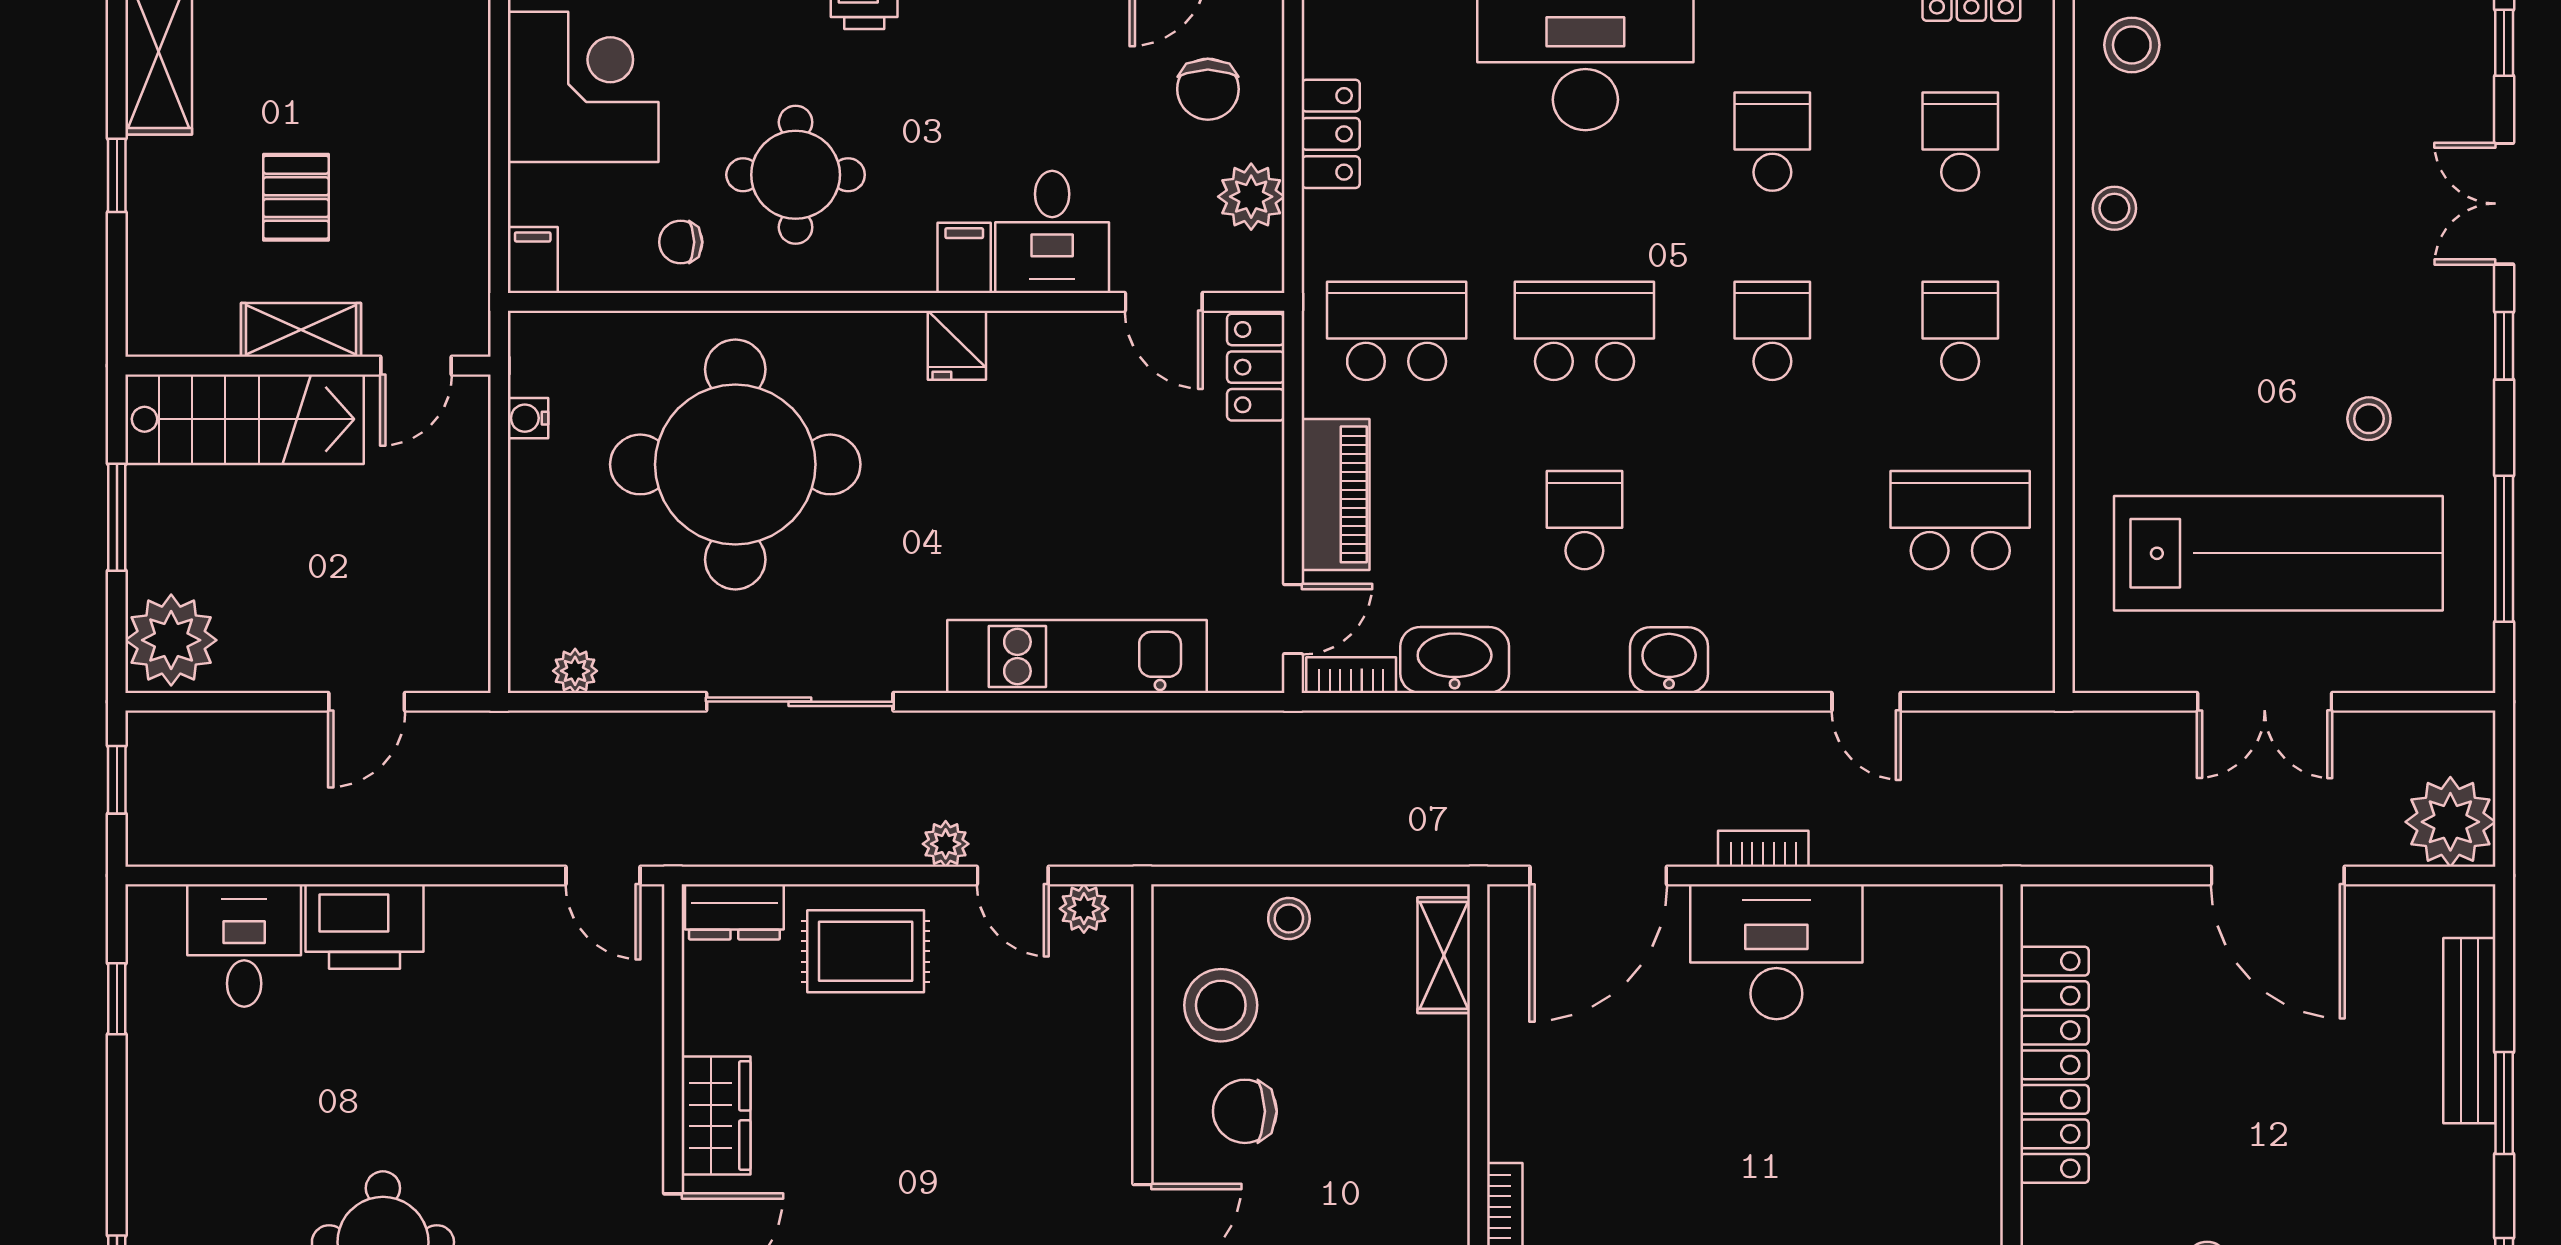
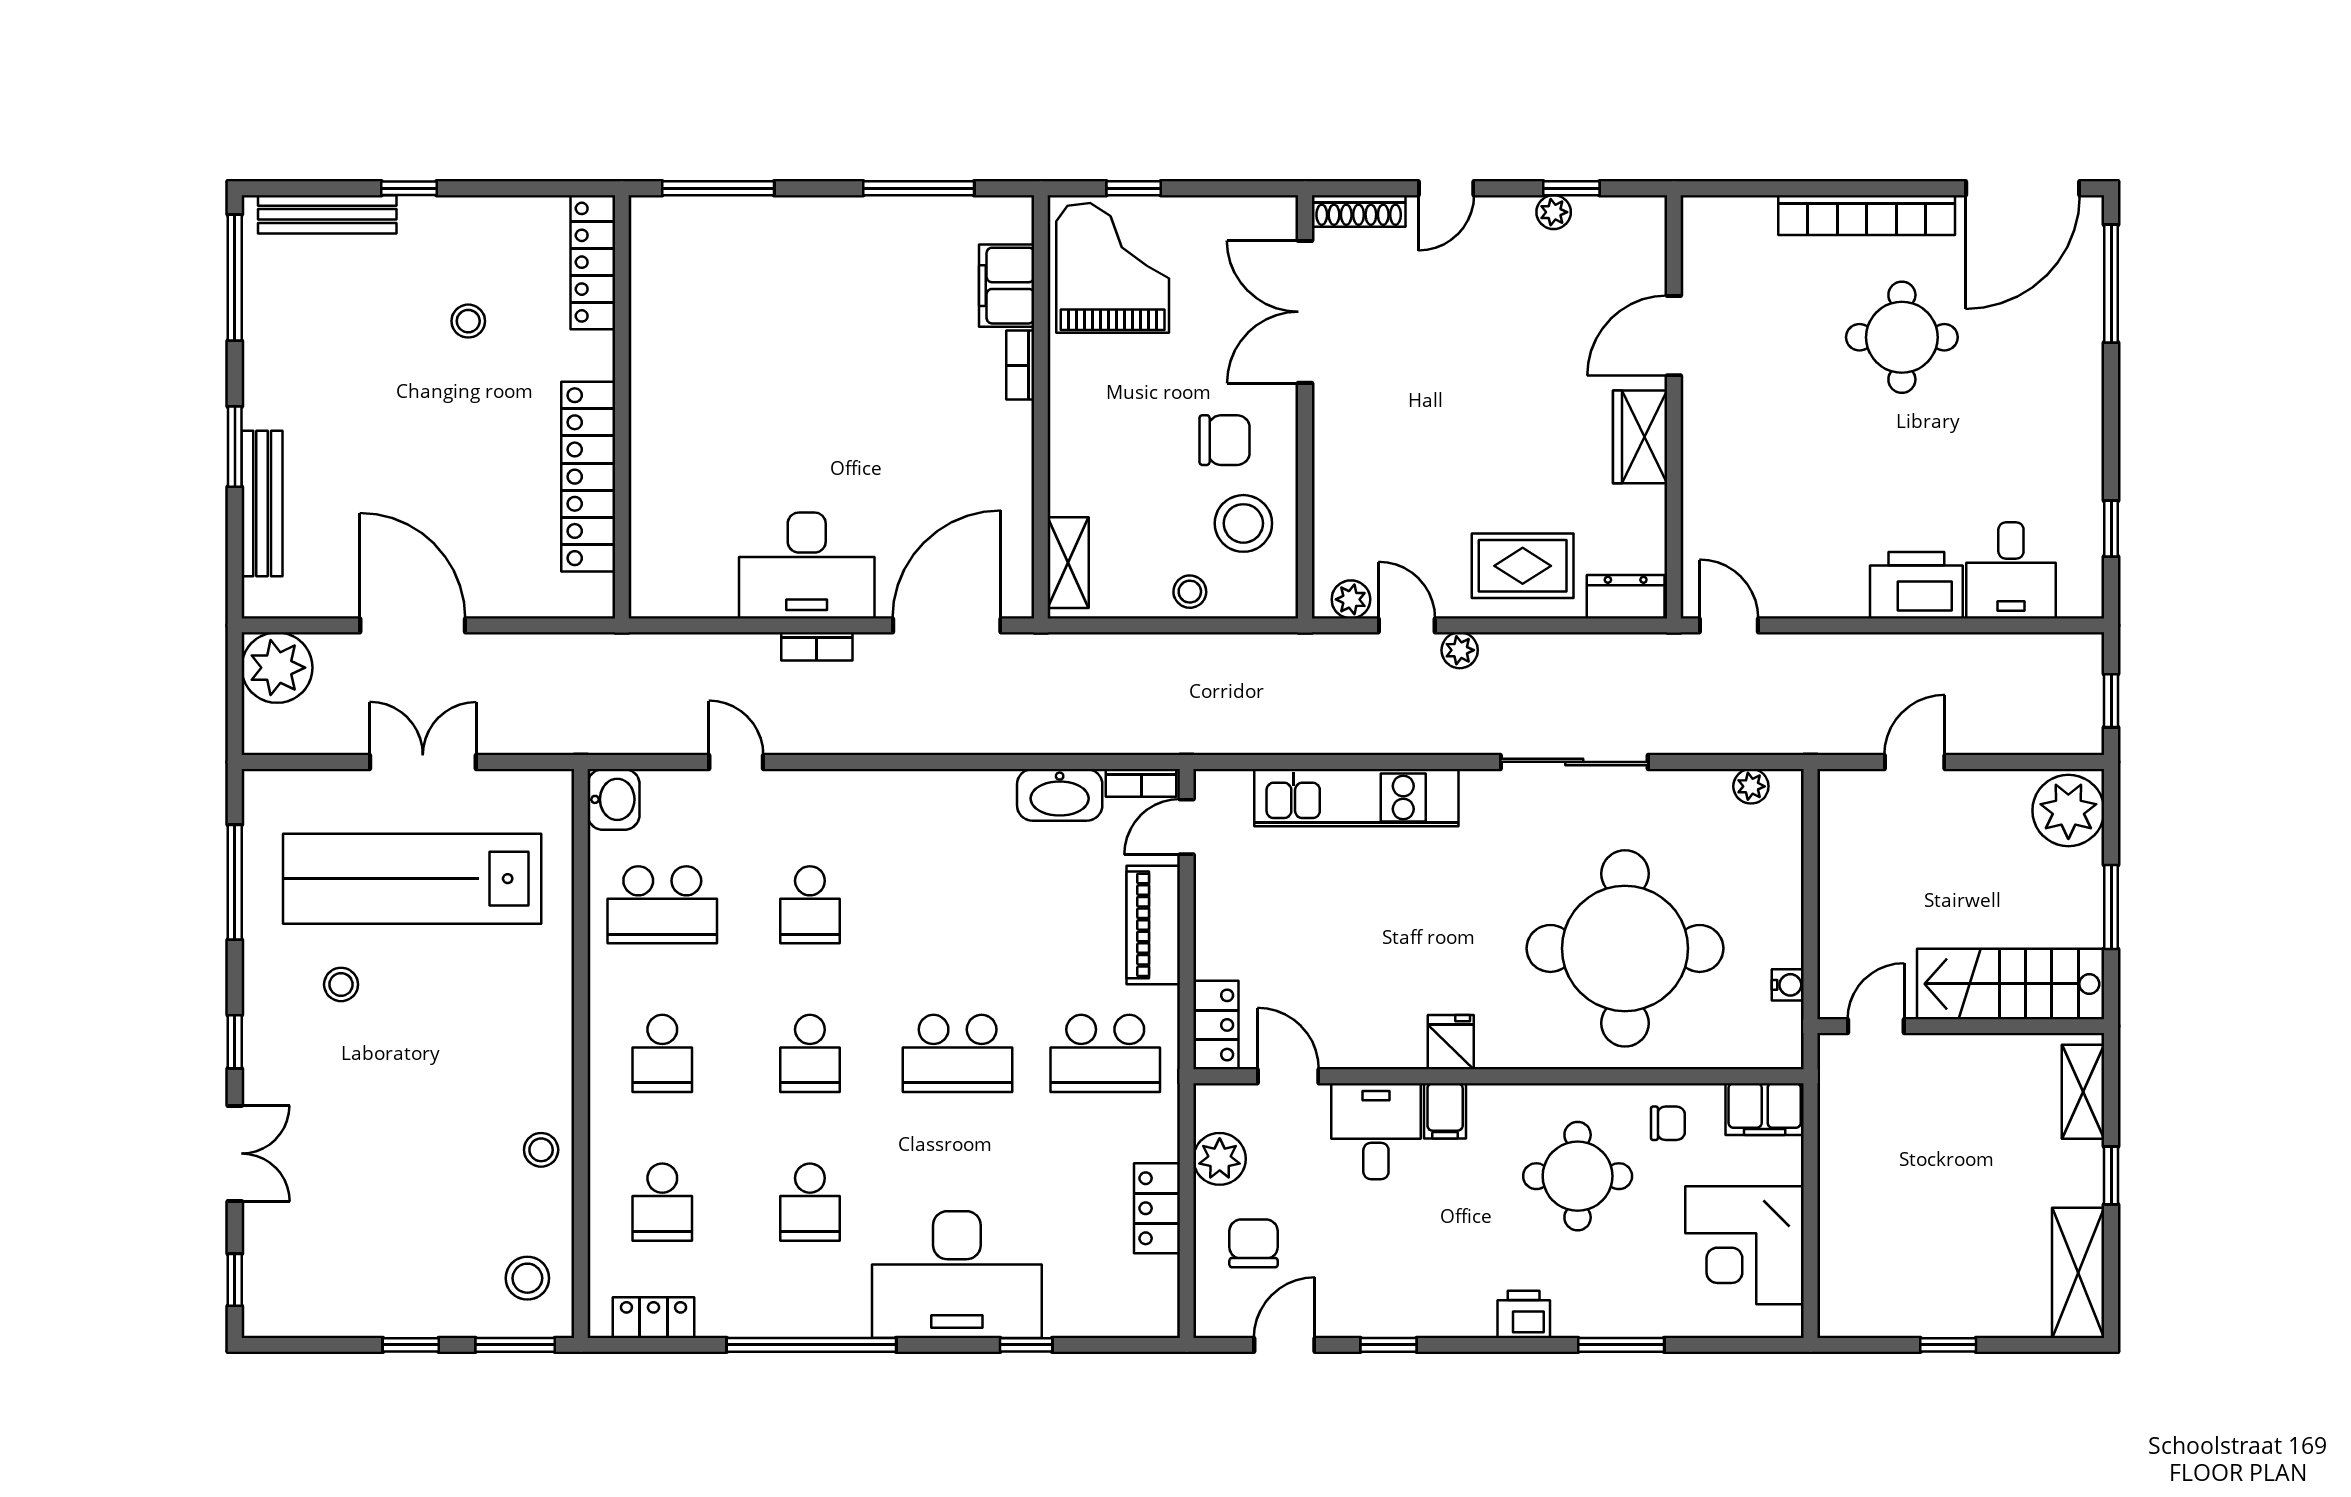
pallet: (296, 197) -> (1970, 1158), removed
filing cabinet: (533, 260) -> (1765, 1109), width x2.00
shelving: (301, 330) -> (2083, 1092), moved, turned 90
school desk: (1584, 520) -> (810, 905), moved
washbasin: (1669, 660) -> (614, 799), moved, turned -90

